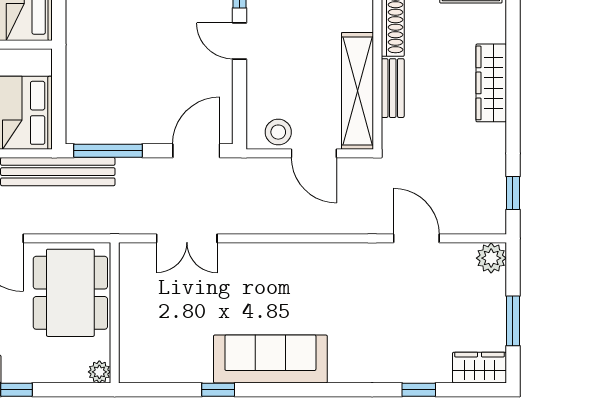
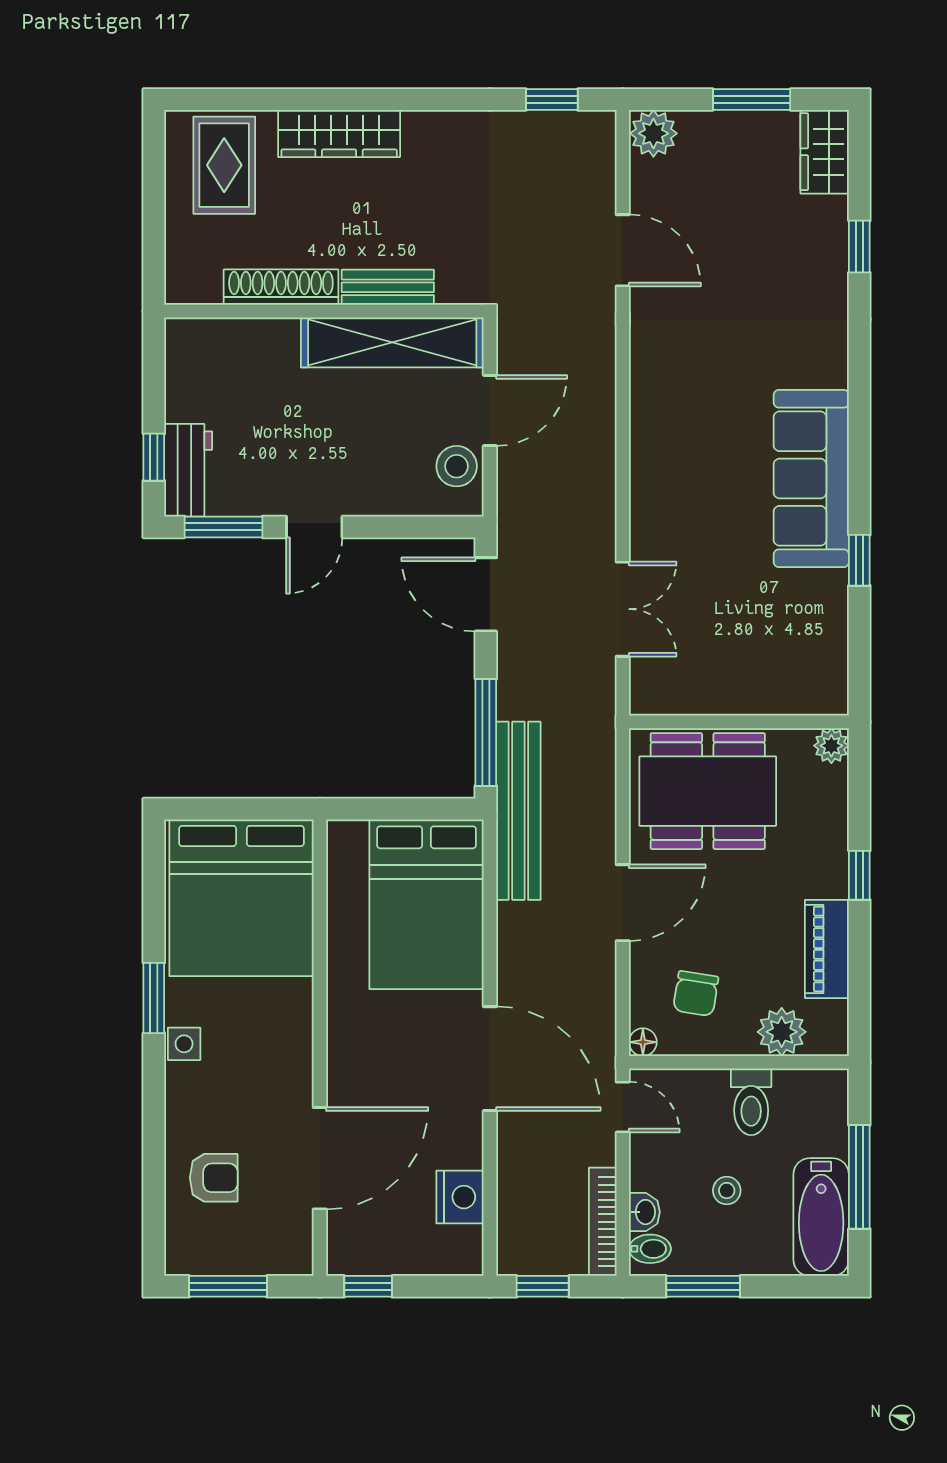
wardrobe: (491, 83) -> (339, 133), moved
door: (416, 238) -> (623, 250), swing flipped

